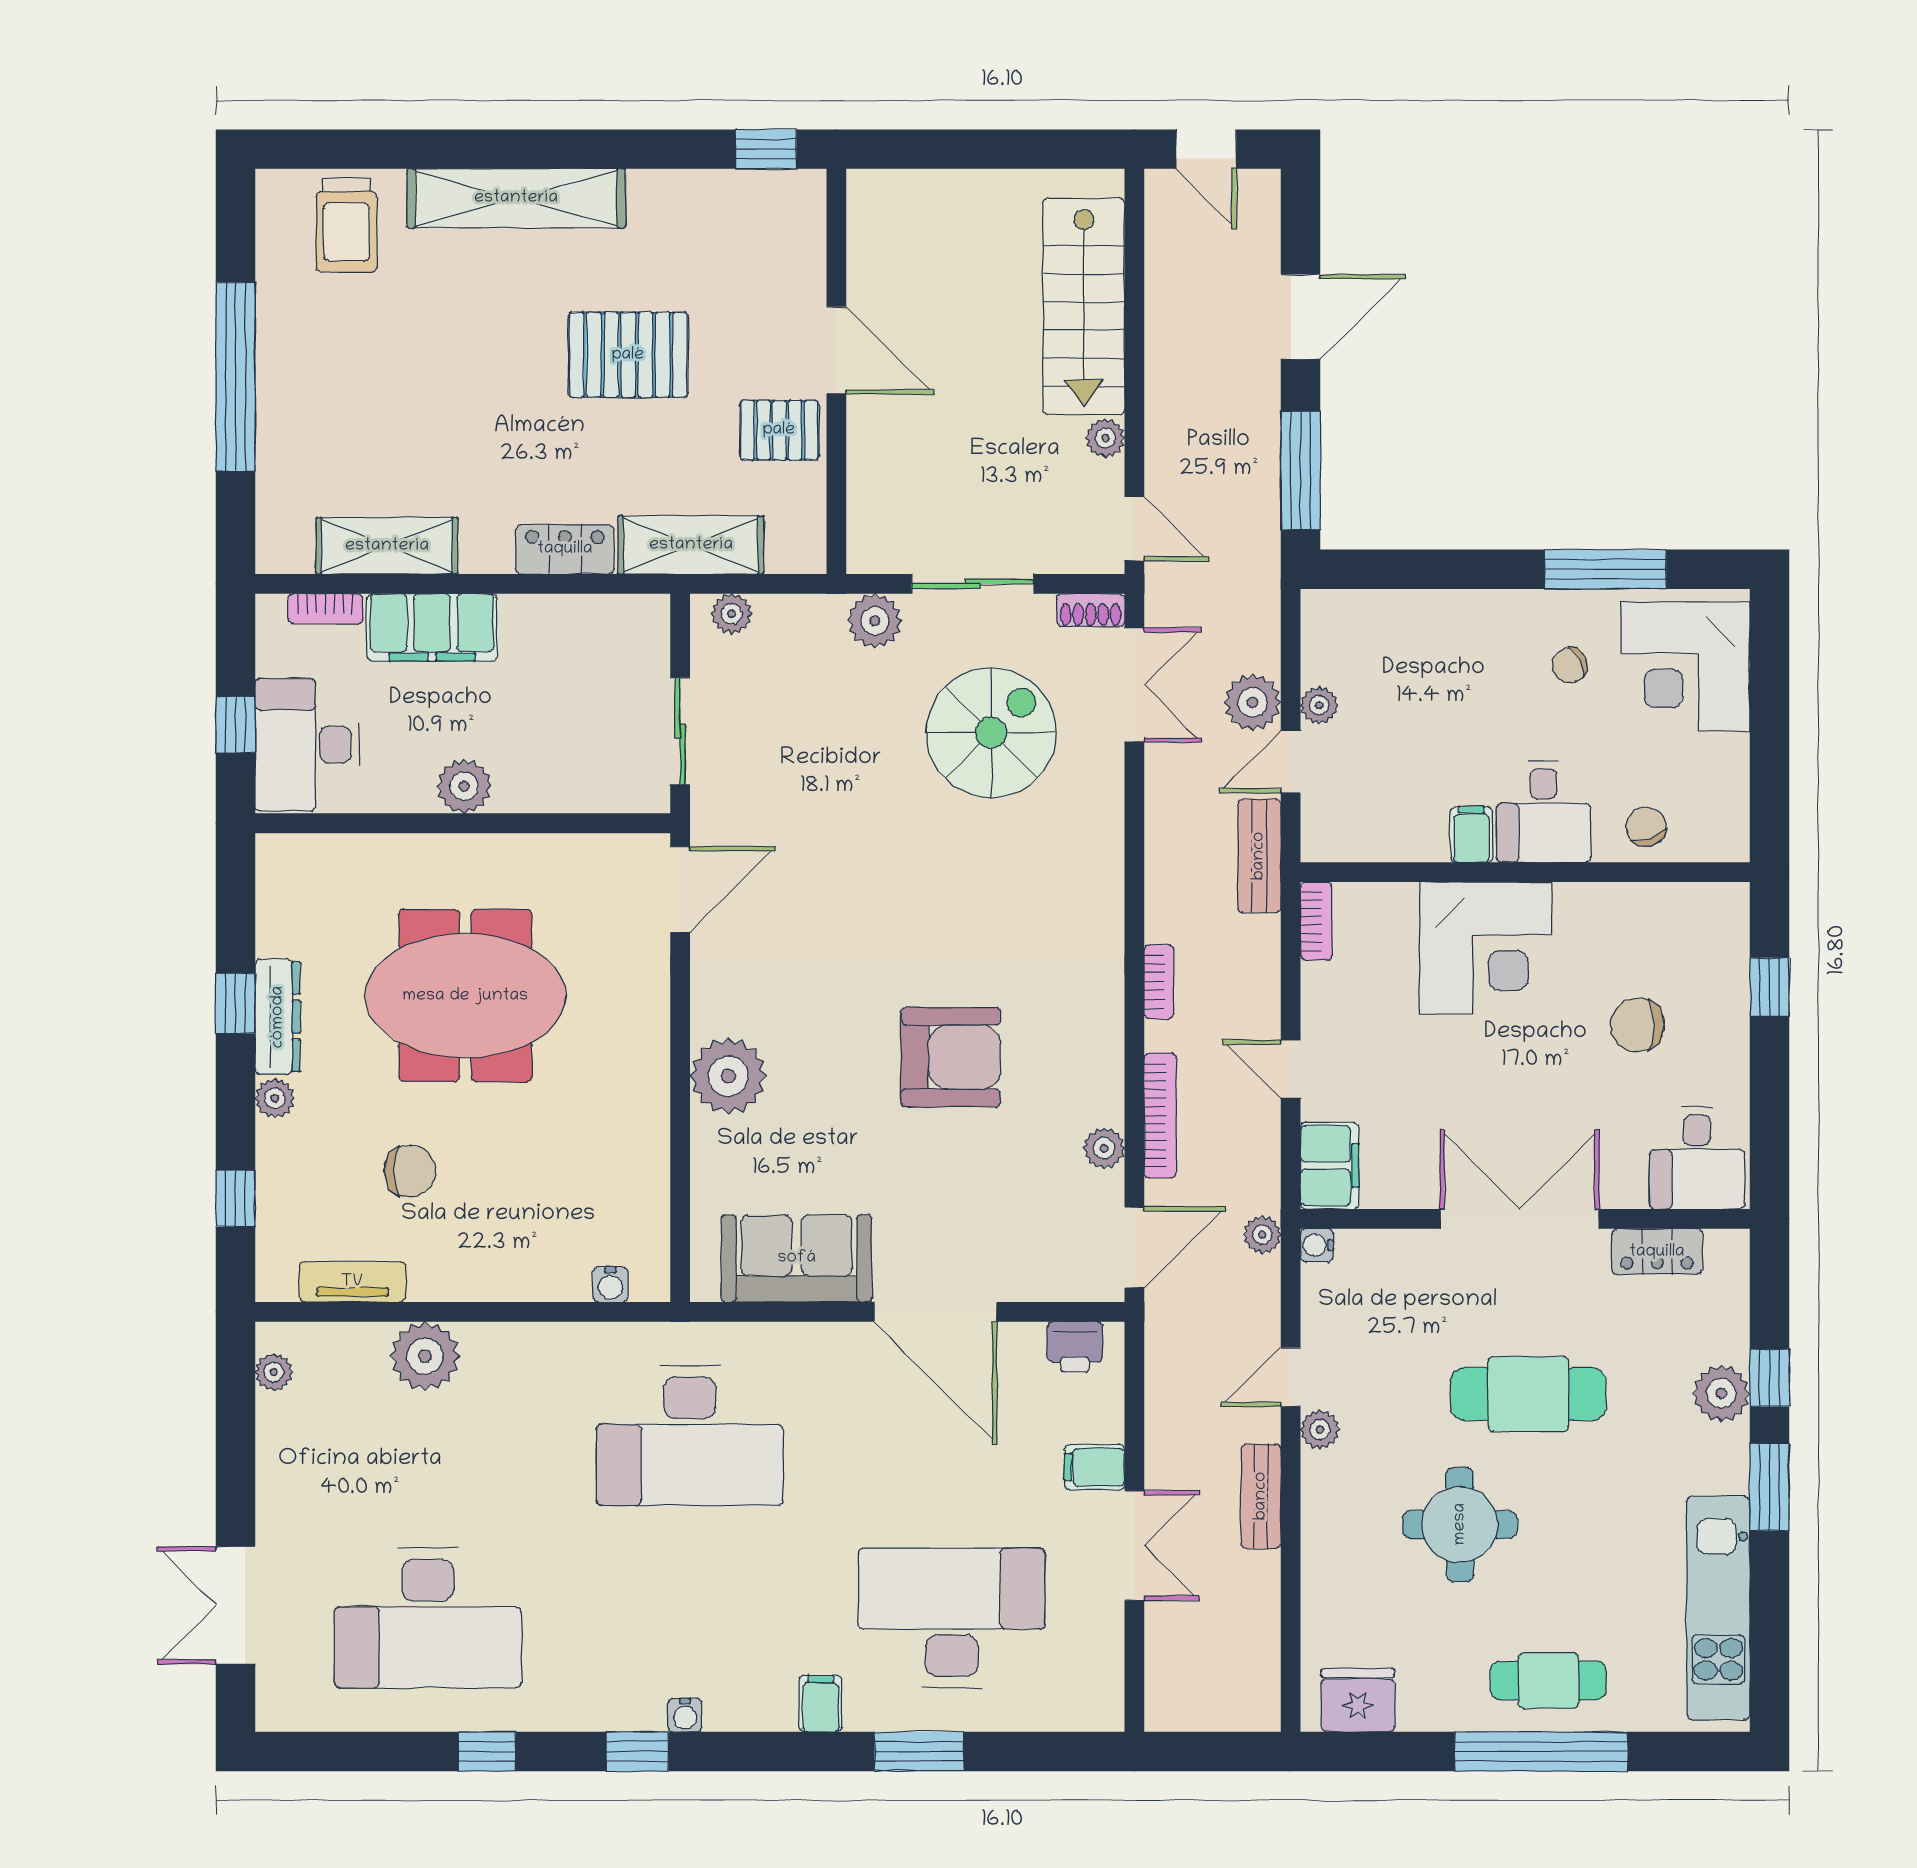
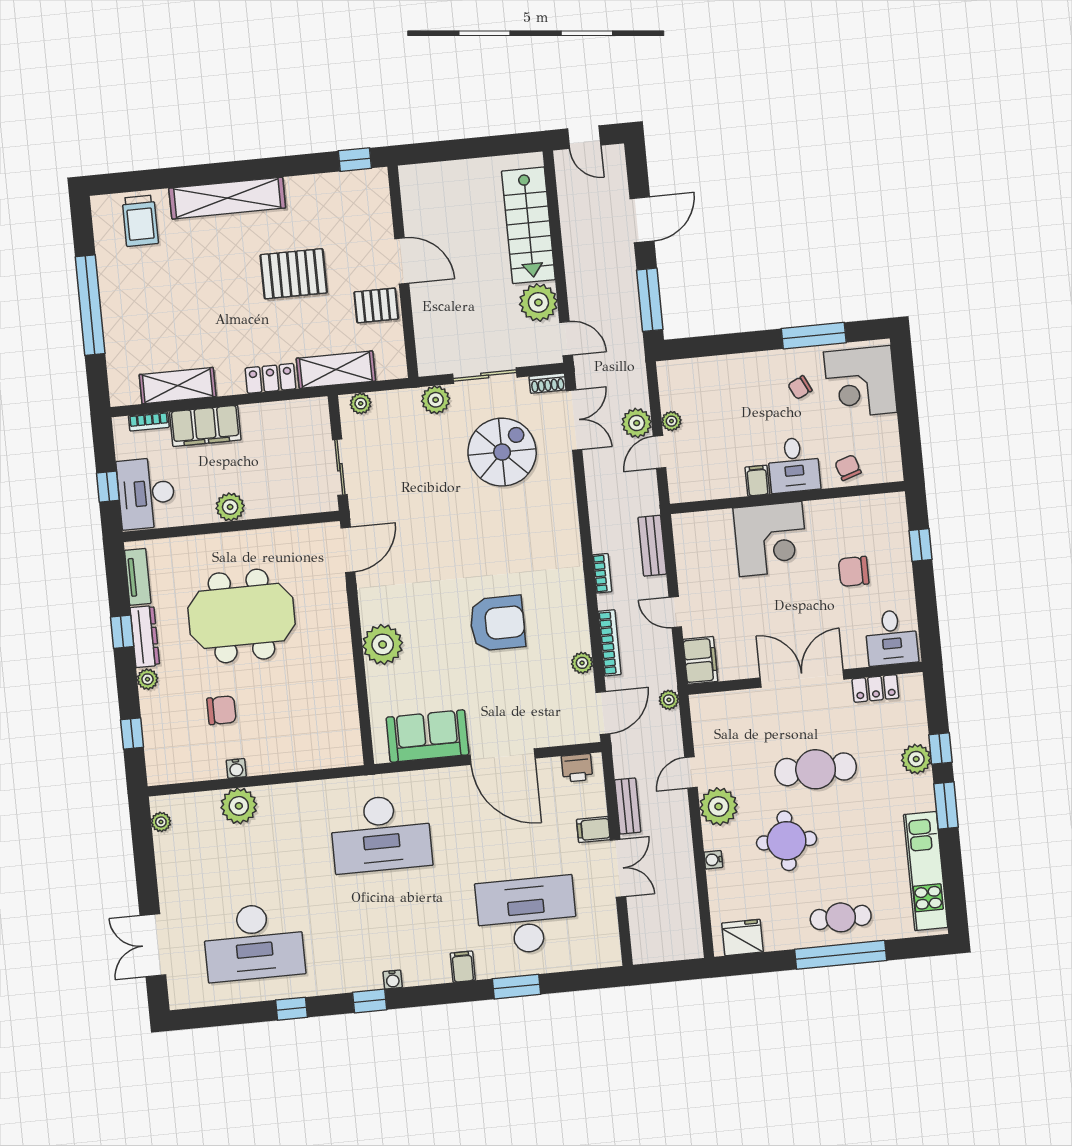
plant: (1105, 438) -> (538, 302), width x1.87, depth x1.87
bench: (1259, 856) -> (652, 546), moved
bookcase: (1316, 921) -> (681, 534), removed
water cooler: (1317, 1245) -> (713, 860), moved
tv unit: (352, 1282) -> (138, 577), moved, turned 90
water cooler: (610, 1284) -> (236, 768), moved
plant: (1320, 1430) -> (719, 806), width x1.88, depth x1.88
bench: (1261, 1496) -> (628, 806), moved

